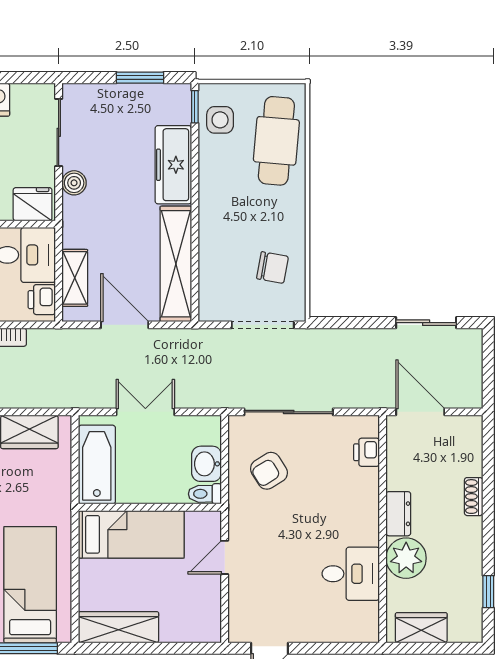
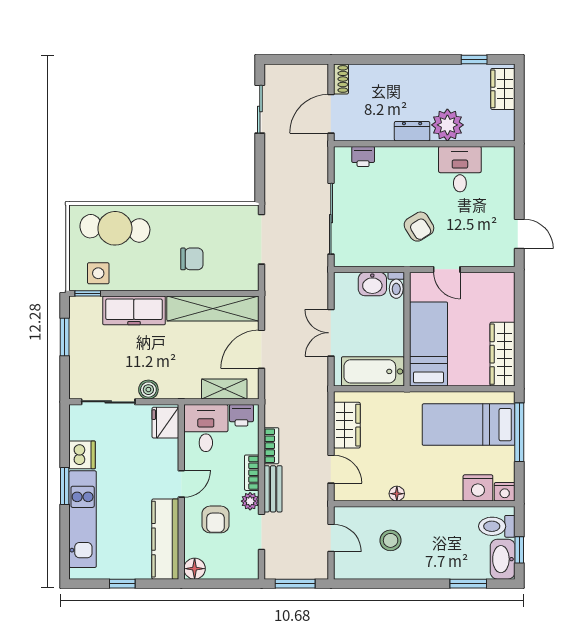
chair: (273, 268) -> (192, 259), moved, turned 80
armchair: (269, 471) -> (419, 227), moved
shoe rack: (474, 497) -> (341, 79), moved, turned -90
wardrobe: (421, 628) -> (503, 89), moved

